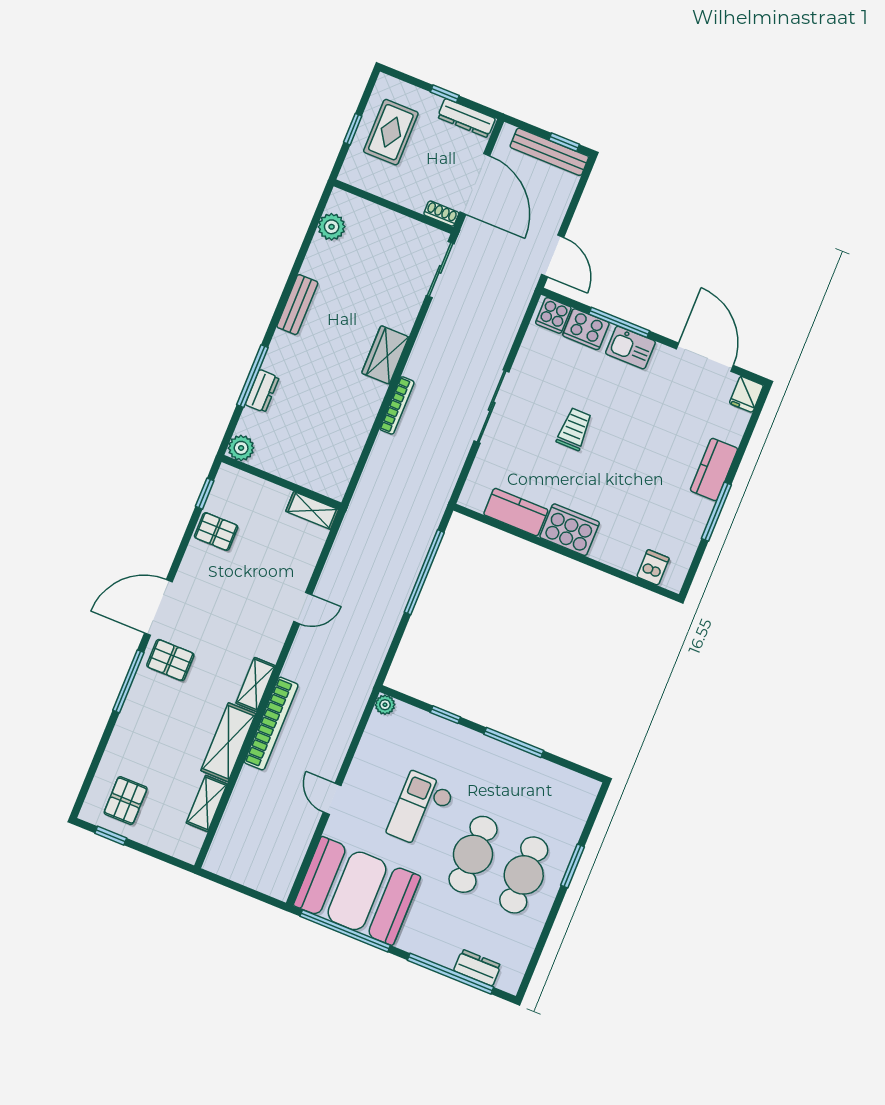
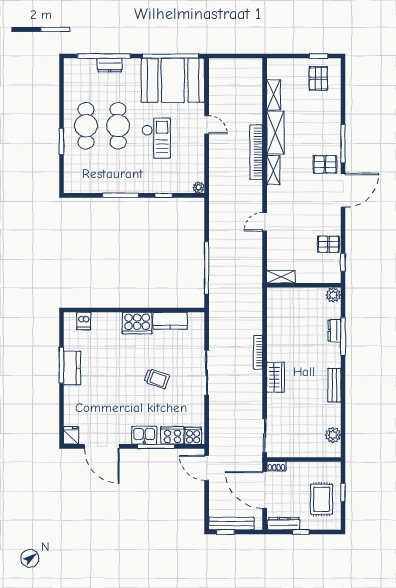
trolley: (574, 429) -> (157, 379), turned -71
kitchen counter: (714, 470) -> (72, 368), moved
dresser: (477, 968) -> (110, 65), moved

